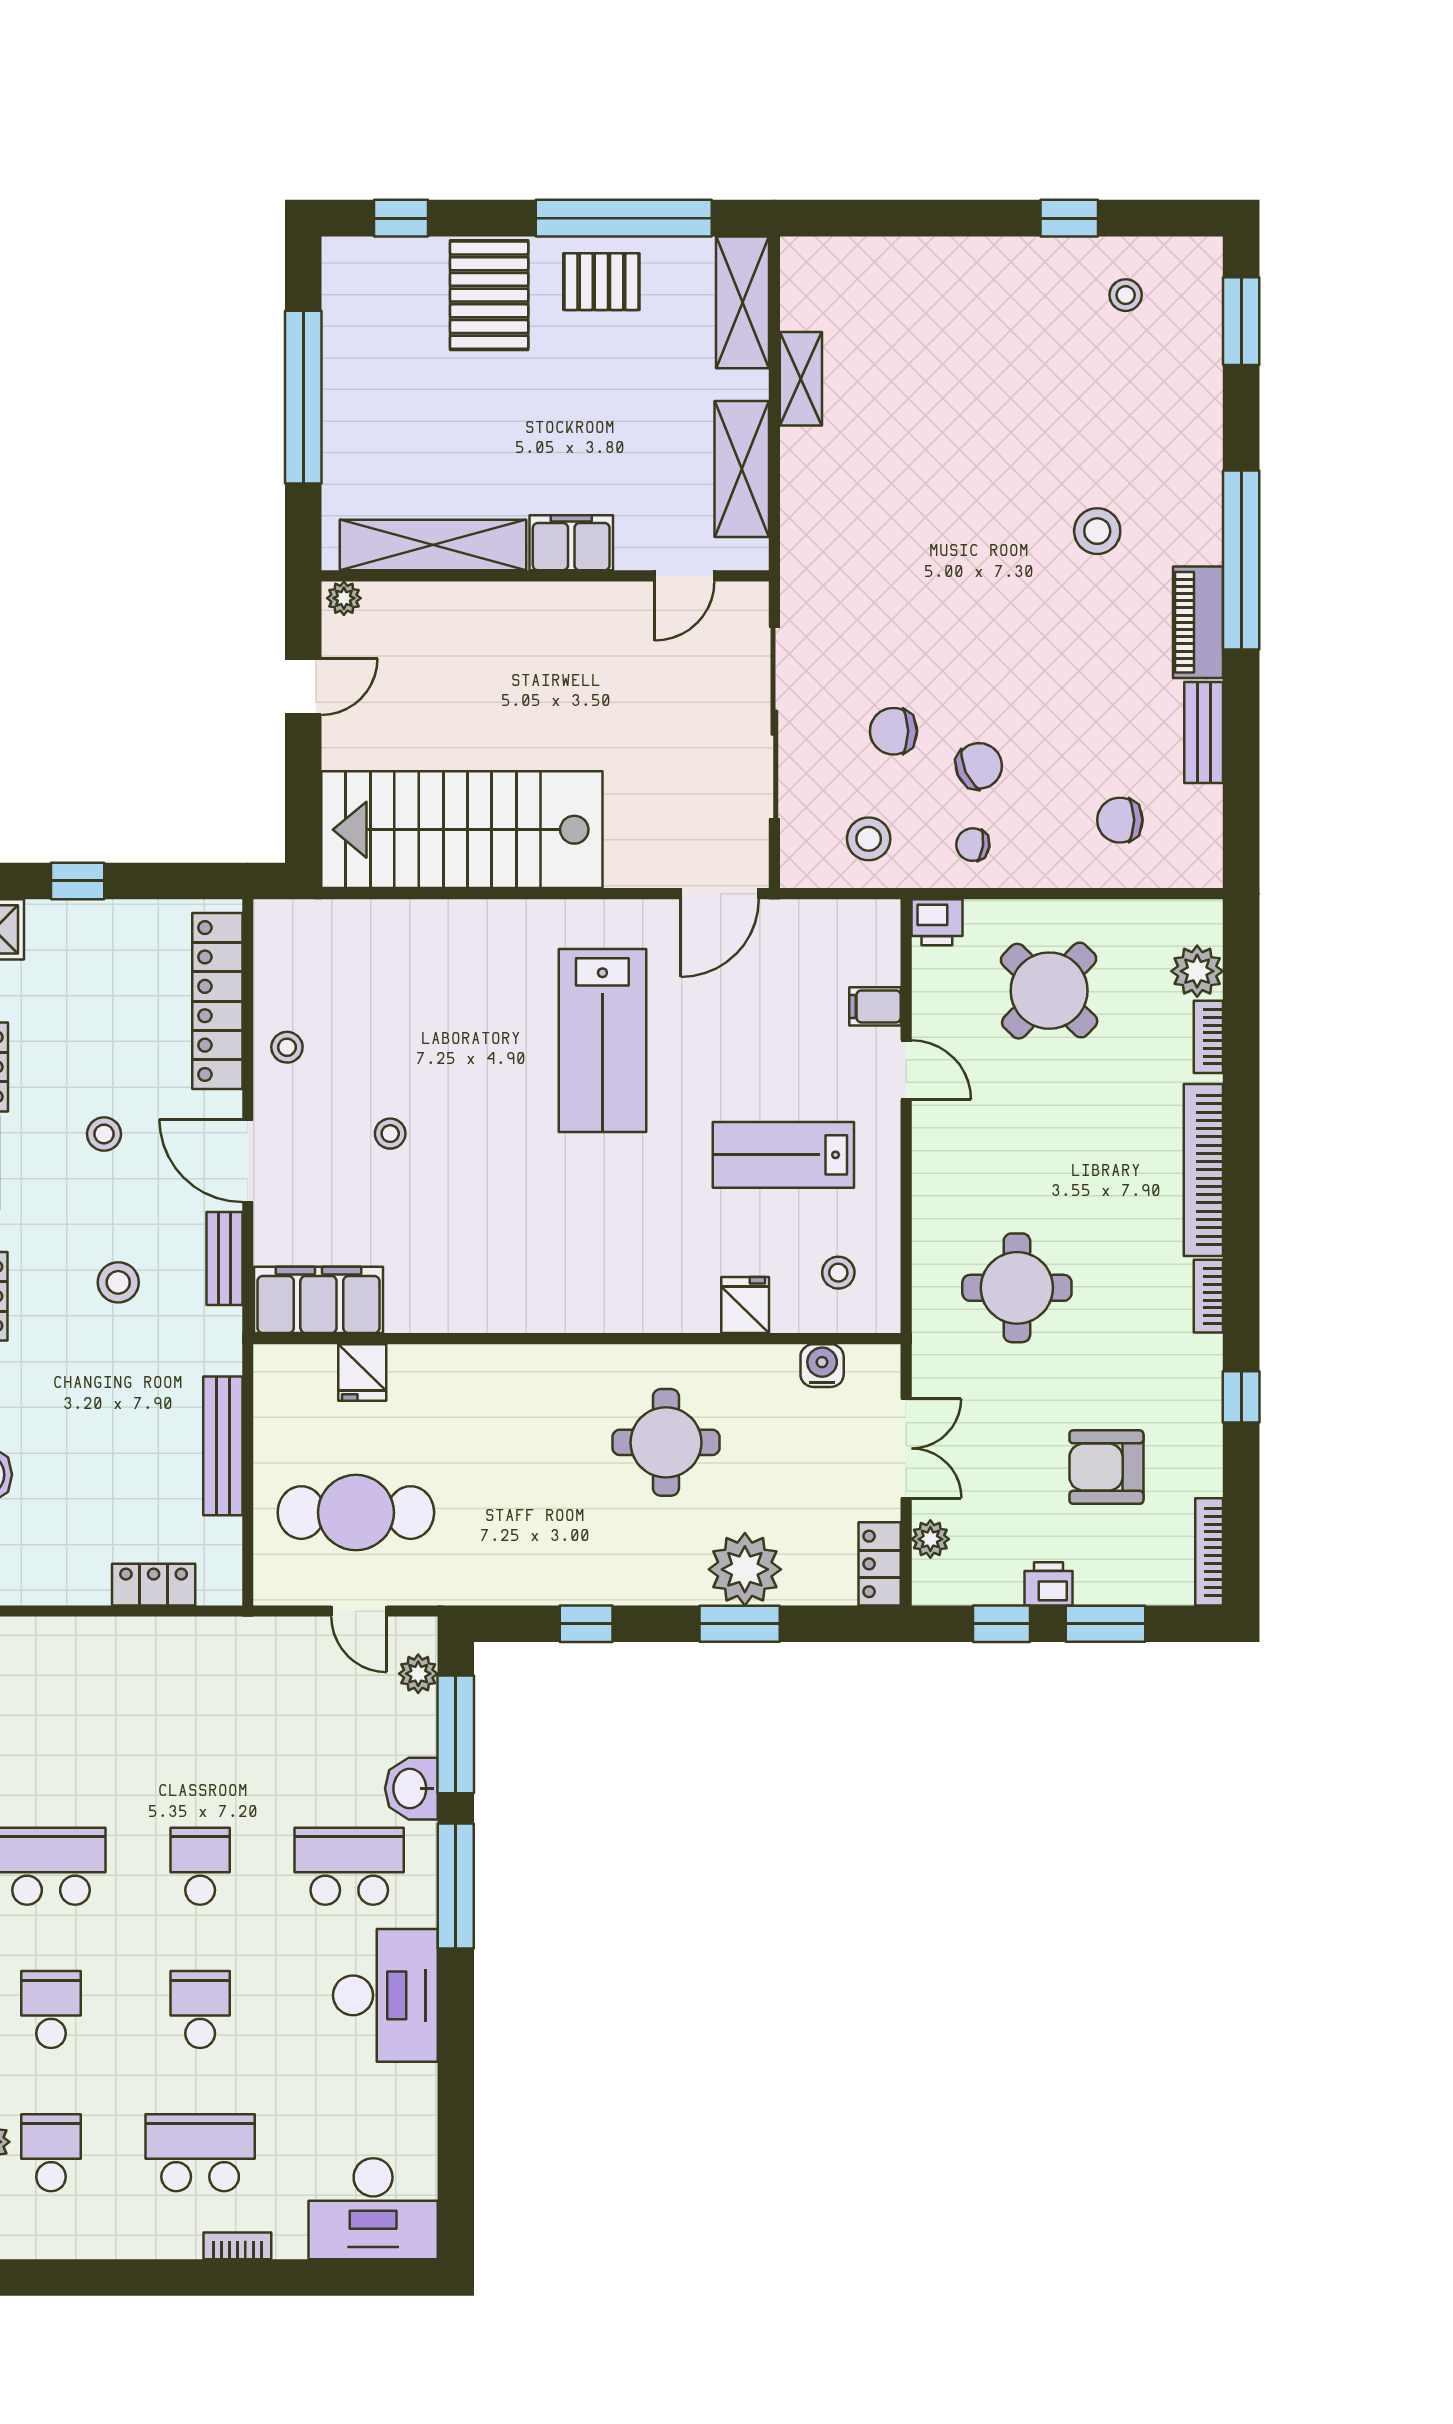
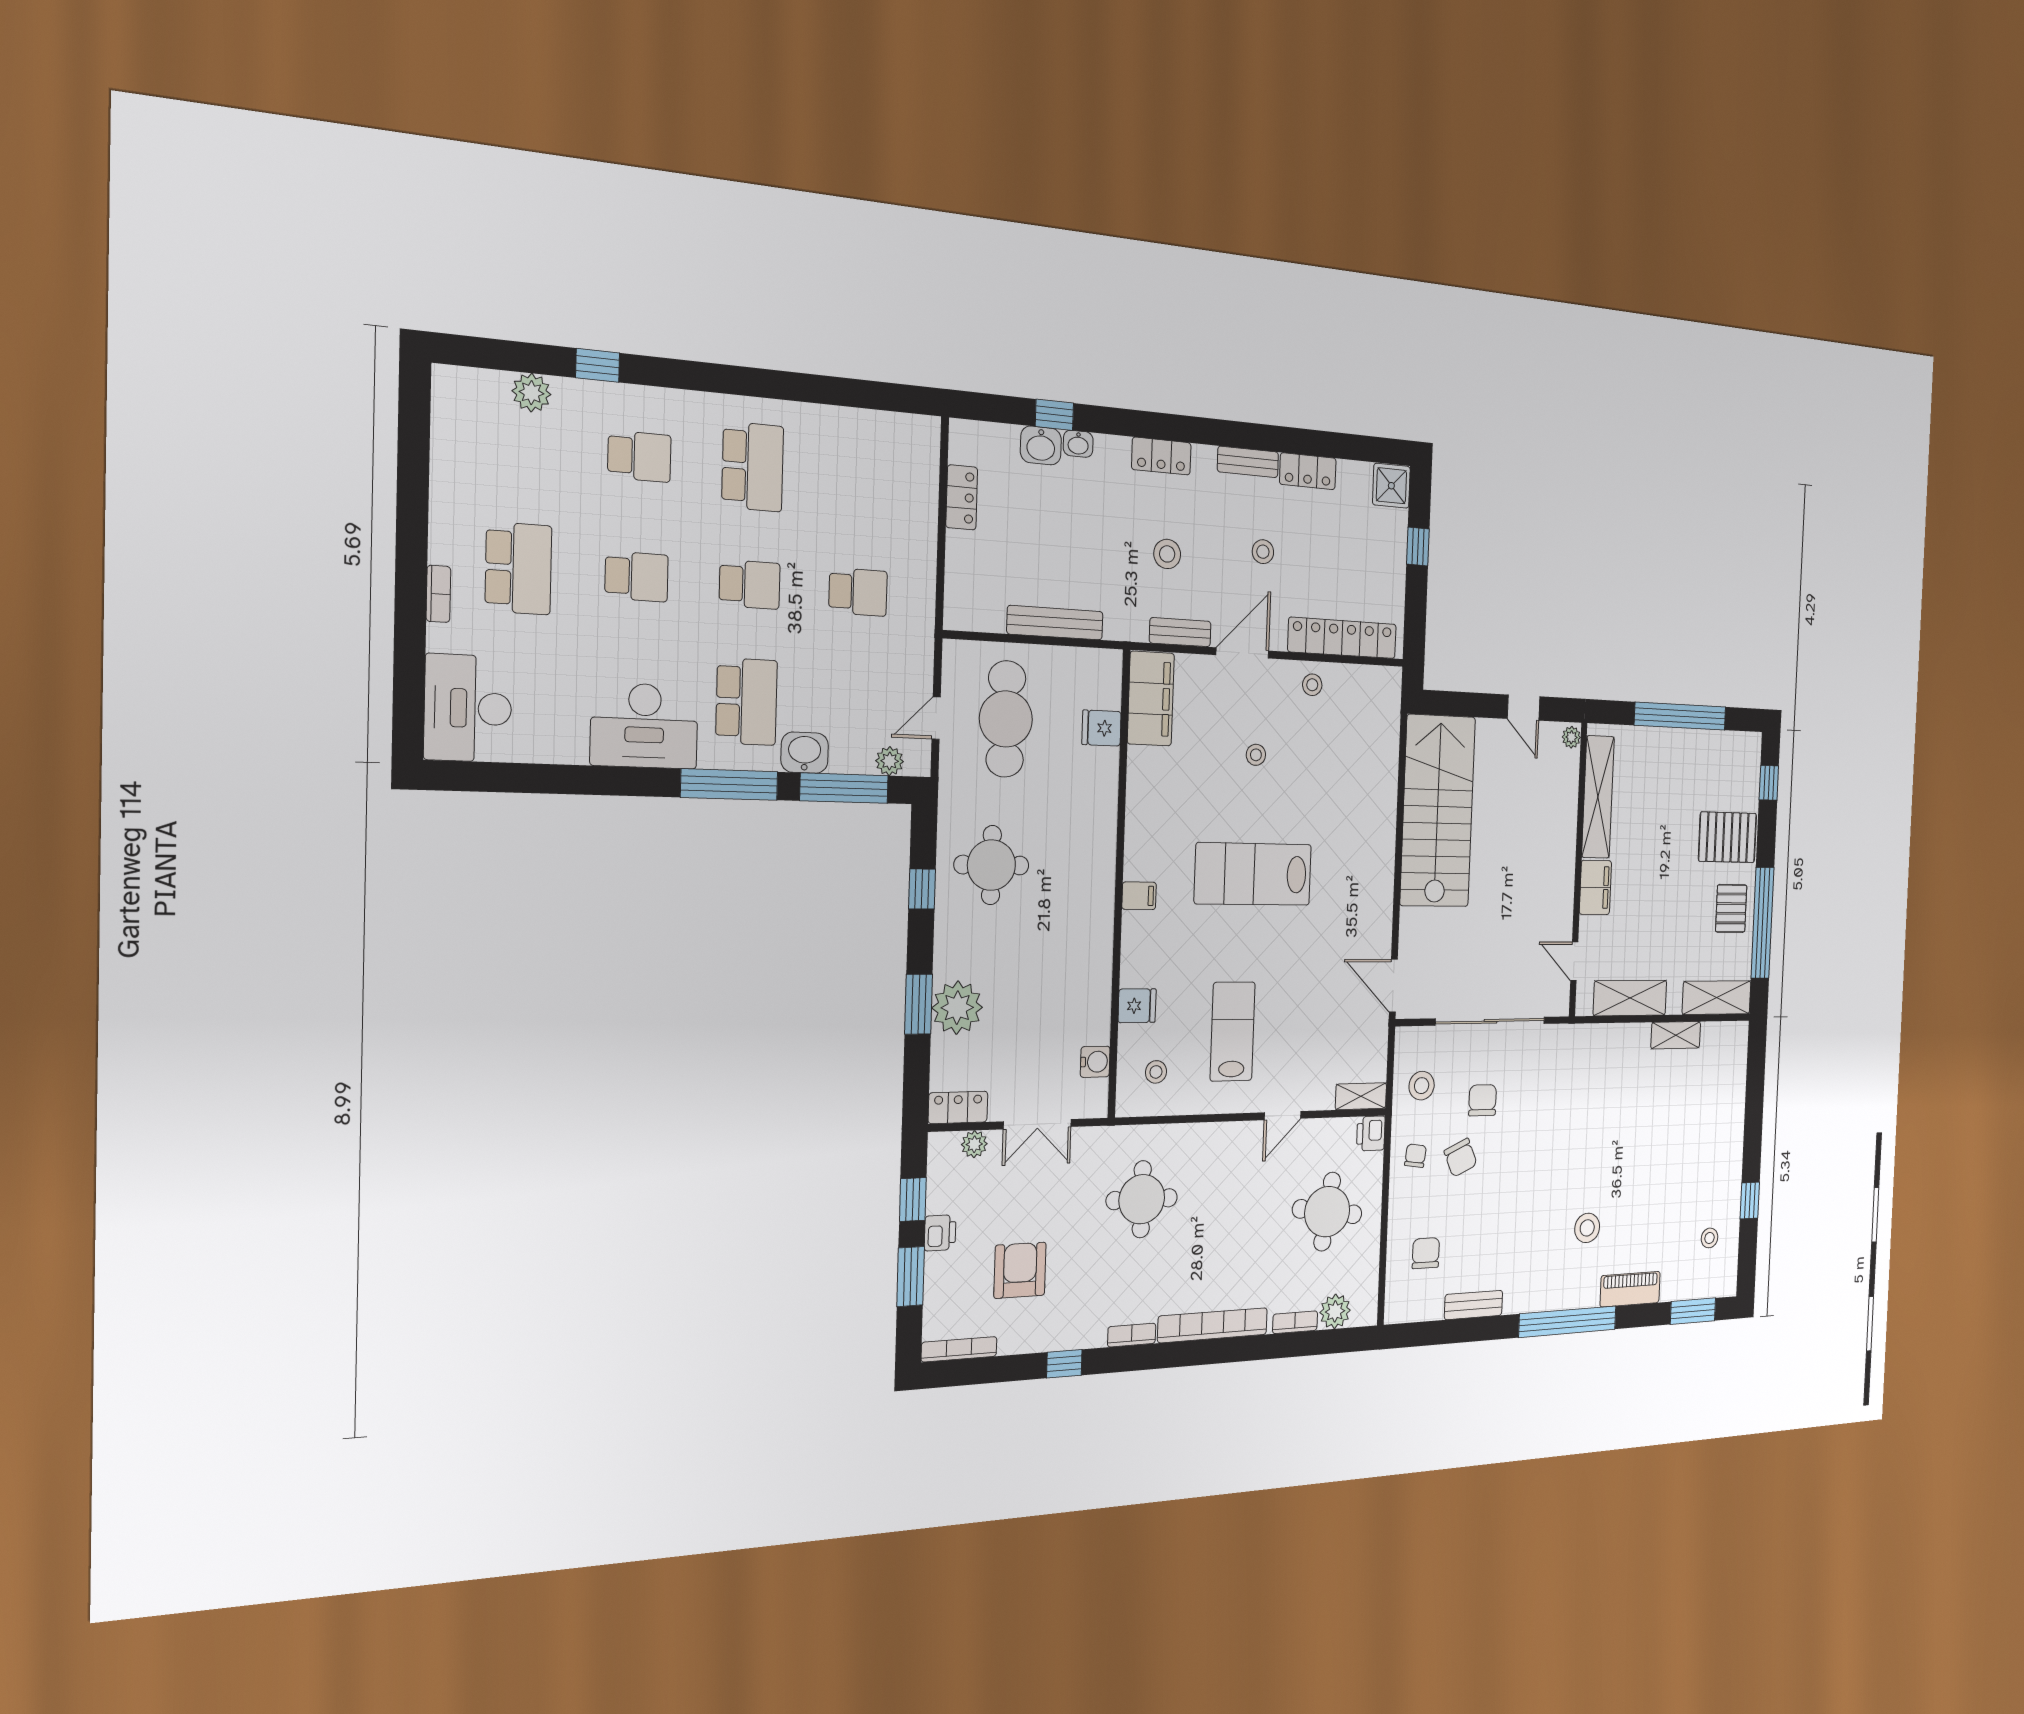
piano: (1198, 622) -> (1630, 1289), moved
shelving: (882, 941) -> (1361, 1096), added
round table: (1049, 991) -> (1327, 1212), turned -36
filing cabinet: (875, 1006) -> (1139, 896), moved, turned 90
lab bench: (602, 1041) -> (1253, 874), moved
round table: (666, 1442) -> (991, 865), moved
locker: (154, 1585) -> (962, 497), moved
school desk: (51, 2153) -> (858, 592), moved

